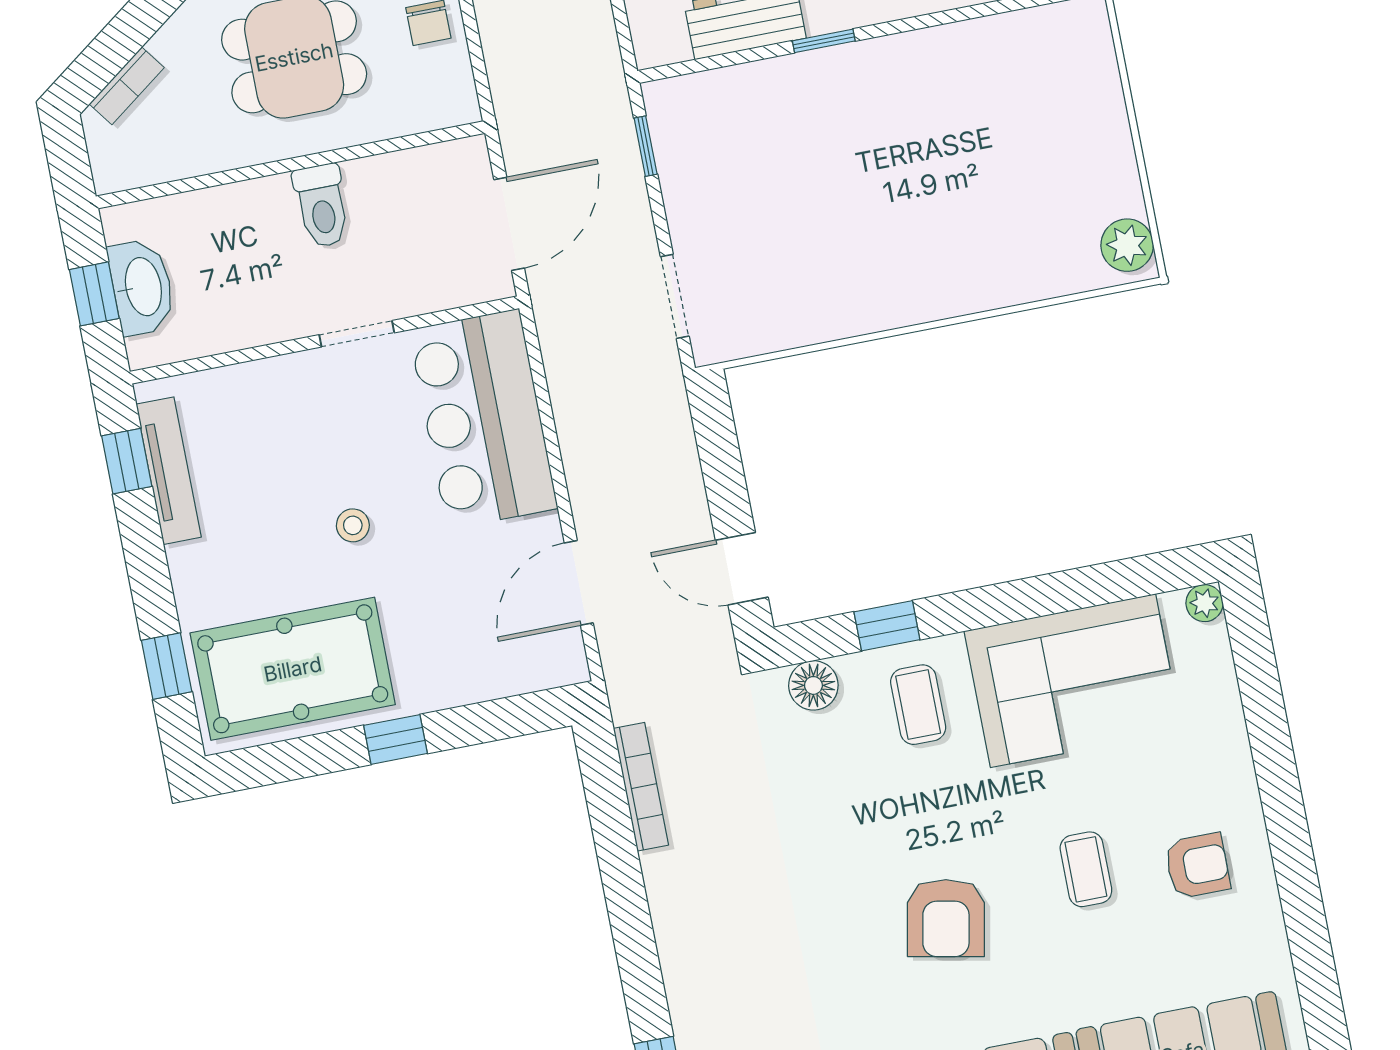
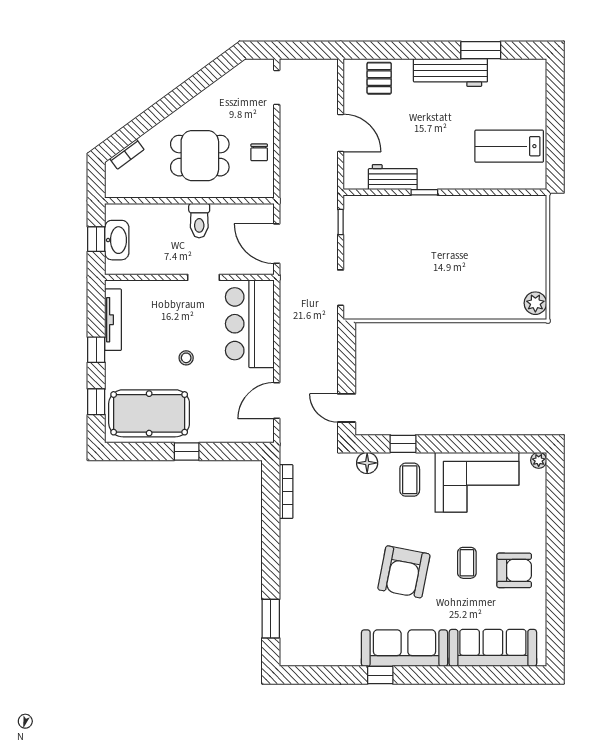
door: (509, 224) -> (277, 244), swing flipped
window: (127, 461) -> (96, 350), moved
armchair: (1197, 866) -> (514, 570), width x1.38, depth x1.38
armchair: (946, 918) -> (404, 572), width x1.36, depth x1.36

